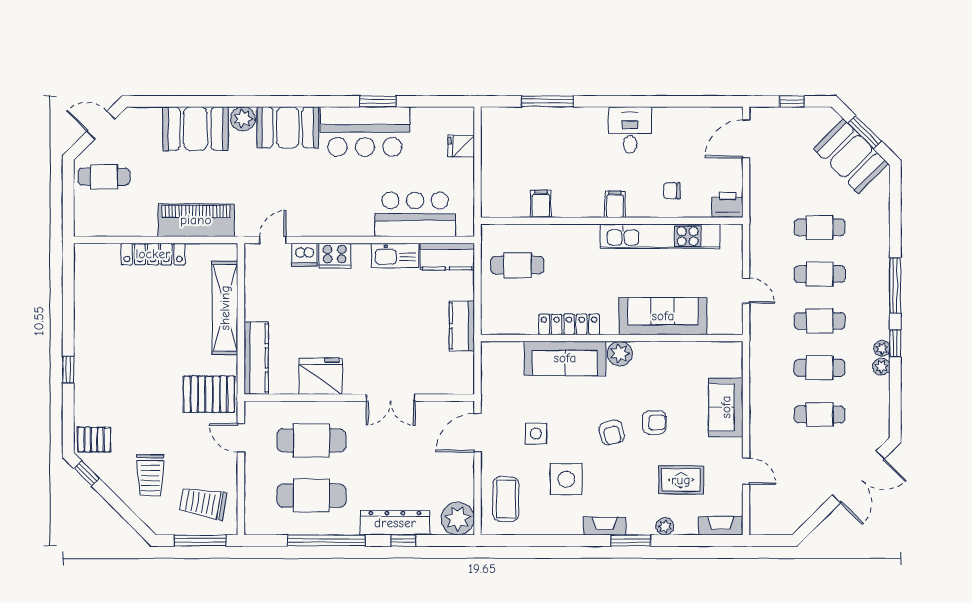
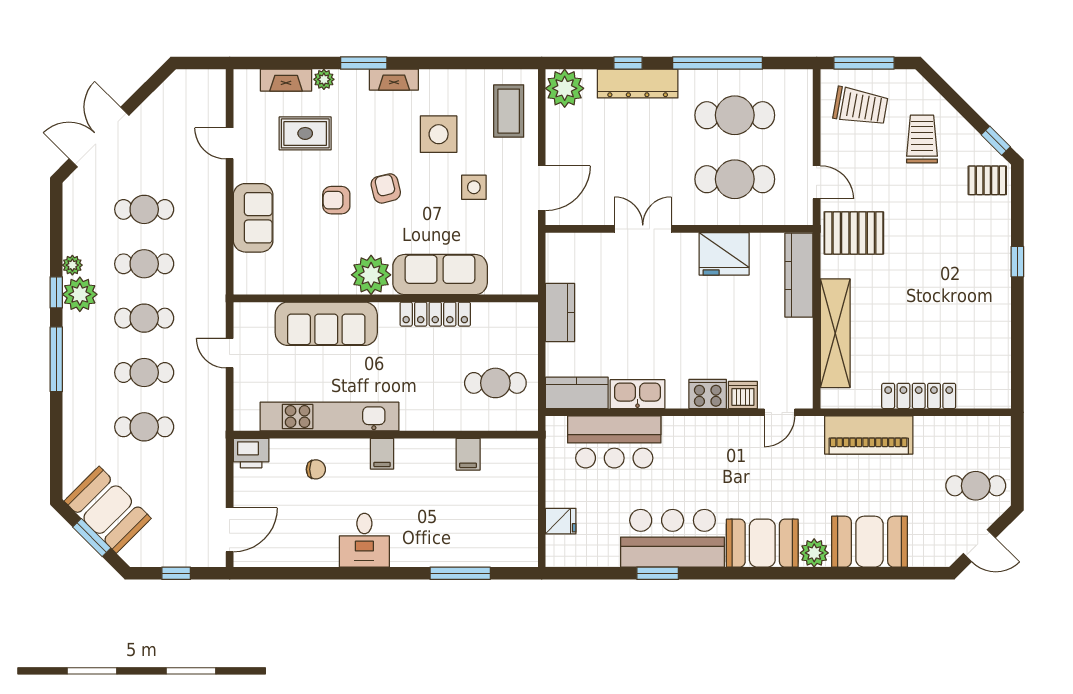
plant: (882, 348) -> (80, 294), width x1.87, depth x1.87
plant: (620, 354) -> (371, 275), width x1.36, depth x1.36
fireplace: (721, 526) -> (286, 80), moved

